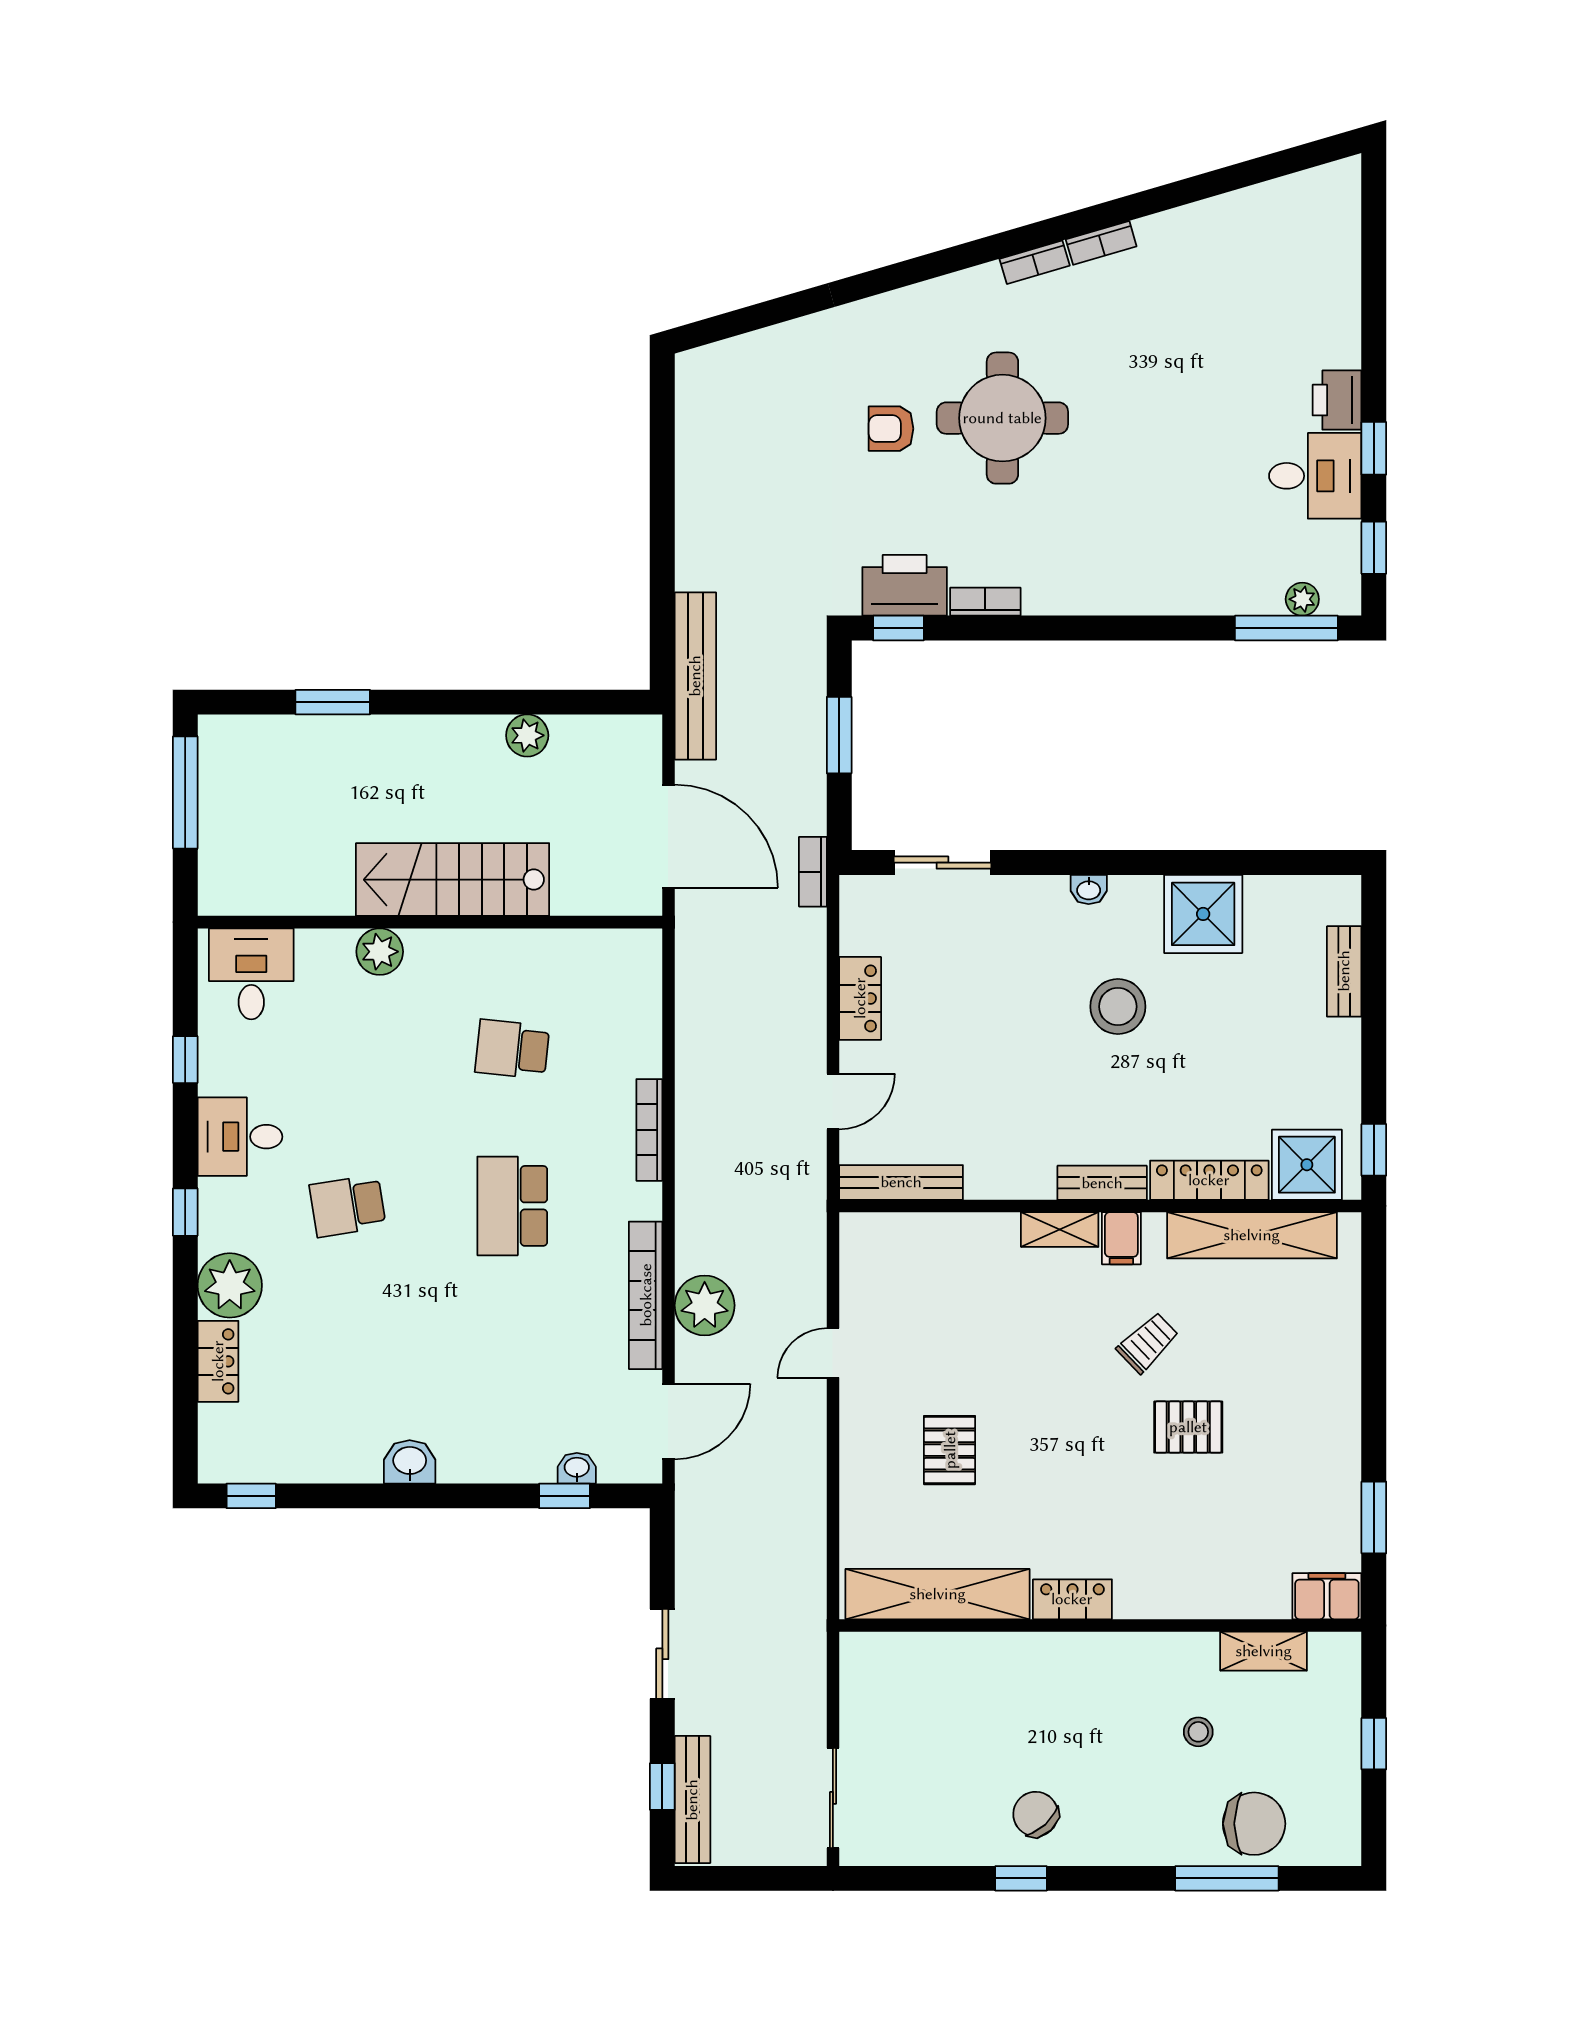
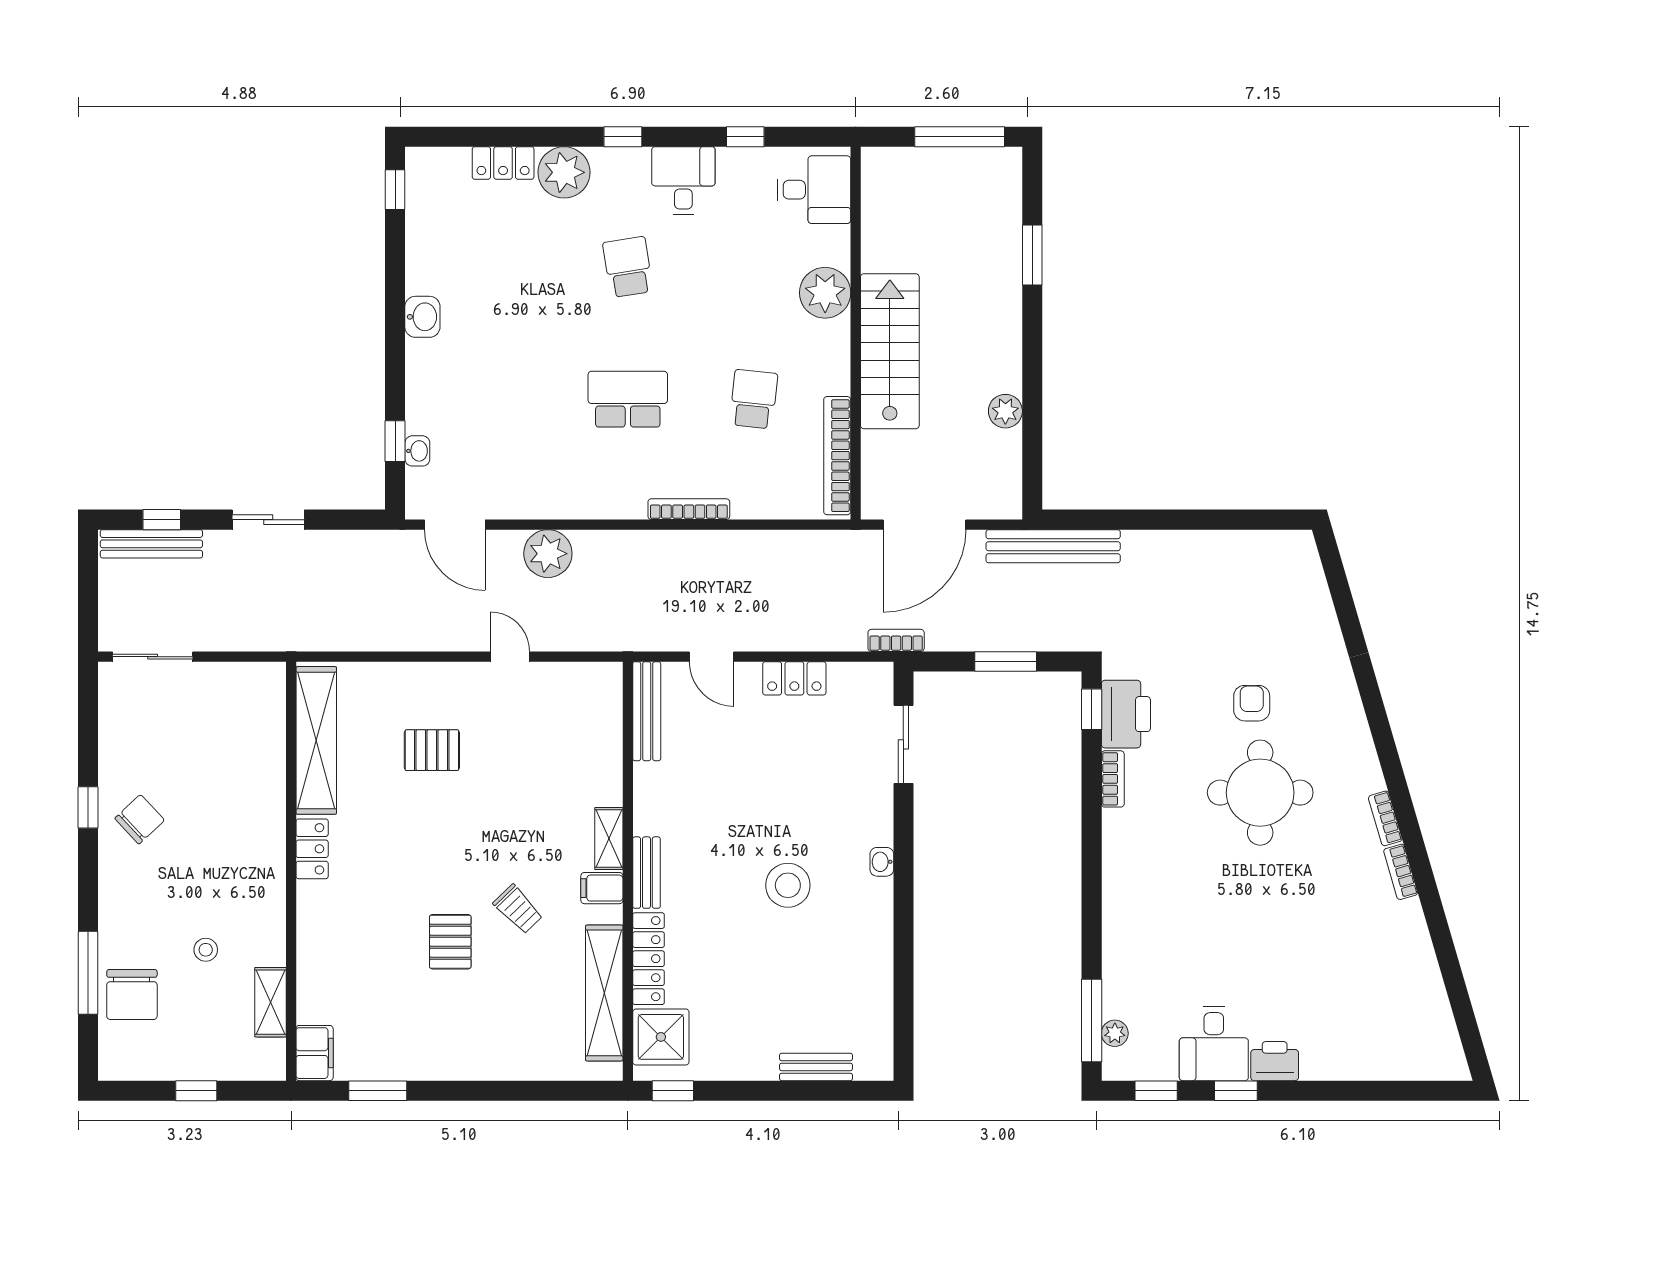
shower: (1203, 914) -> (862, 954), removed
plant: (380, 952) -> (825, 293), width x1.36, depth x1.36
bookcase: (646, 1295) -> (837, 456), moved, turned -90

